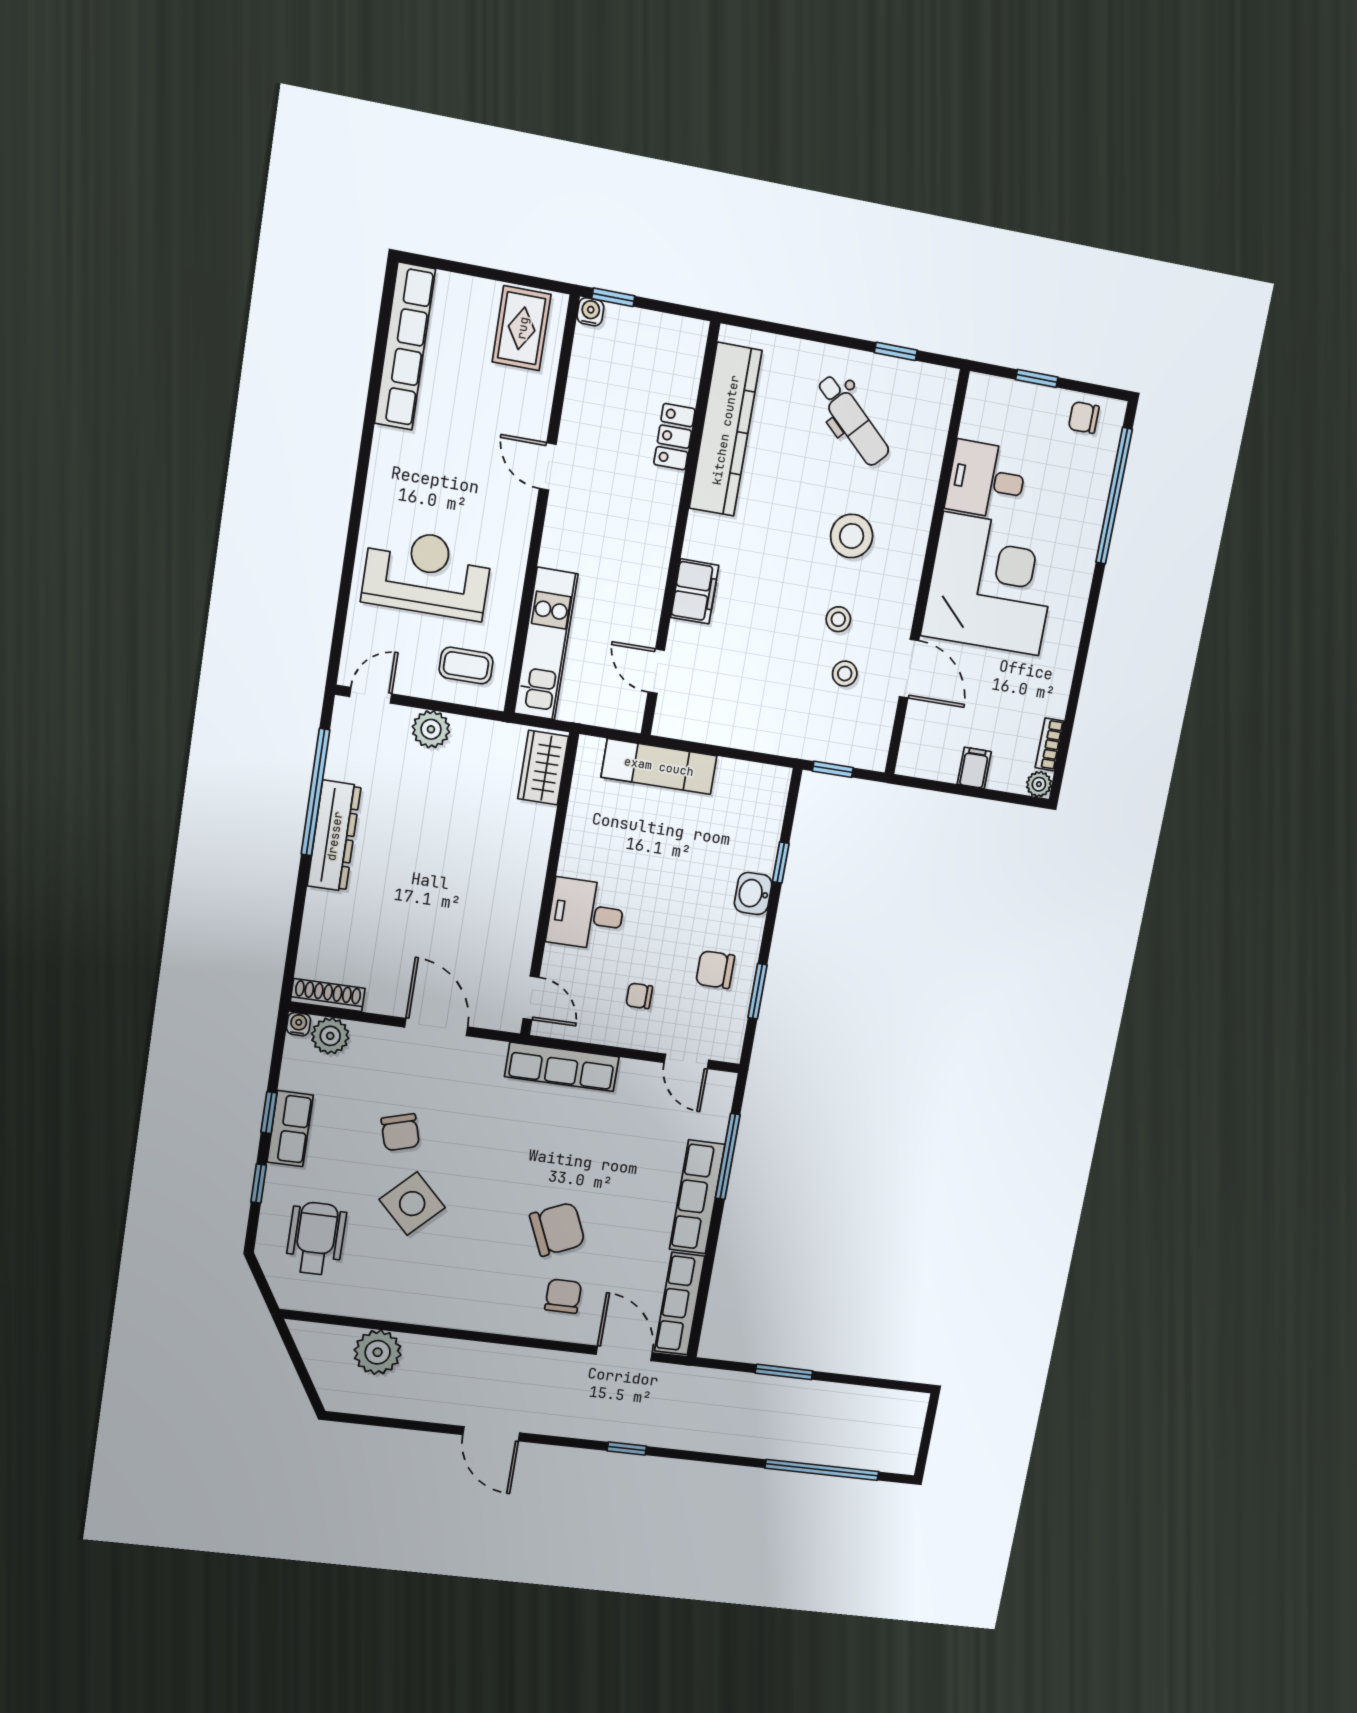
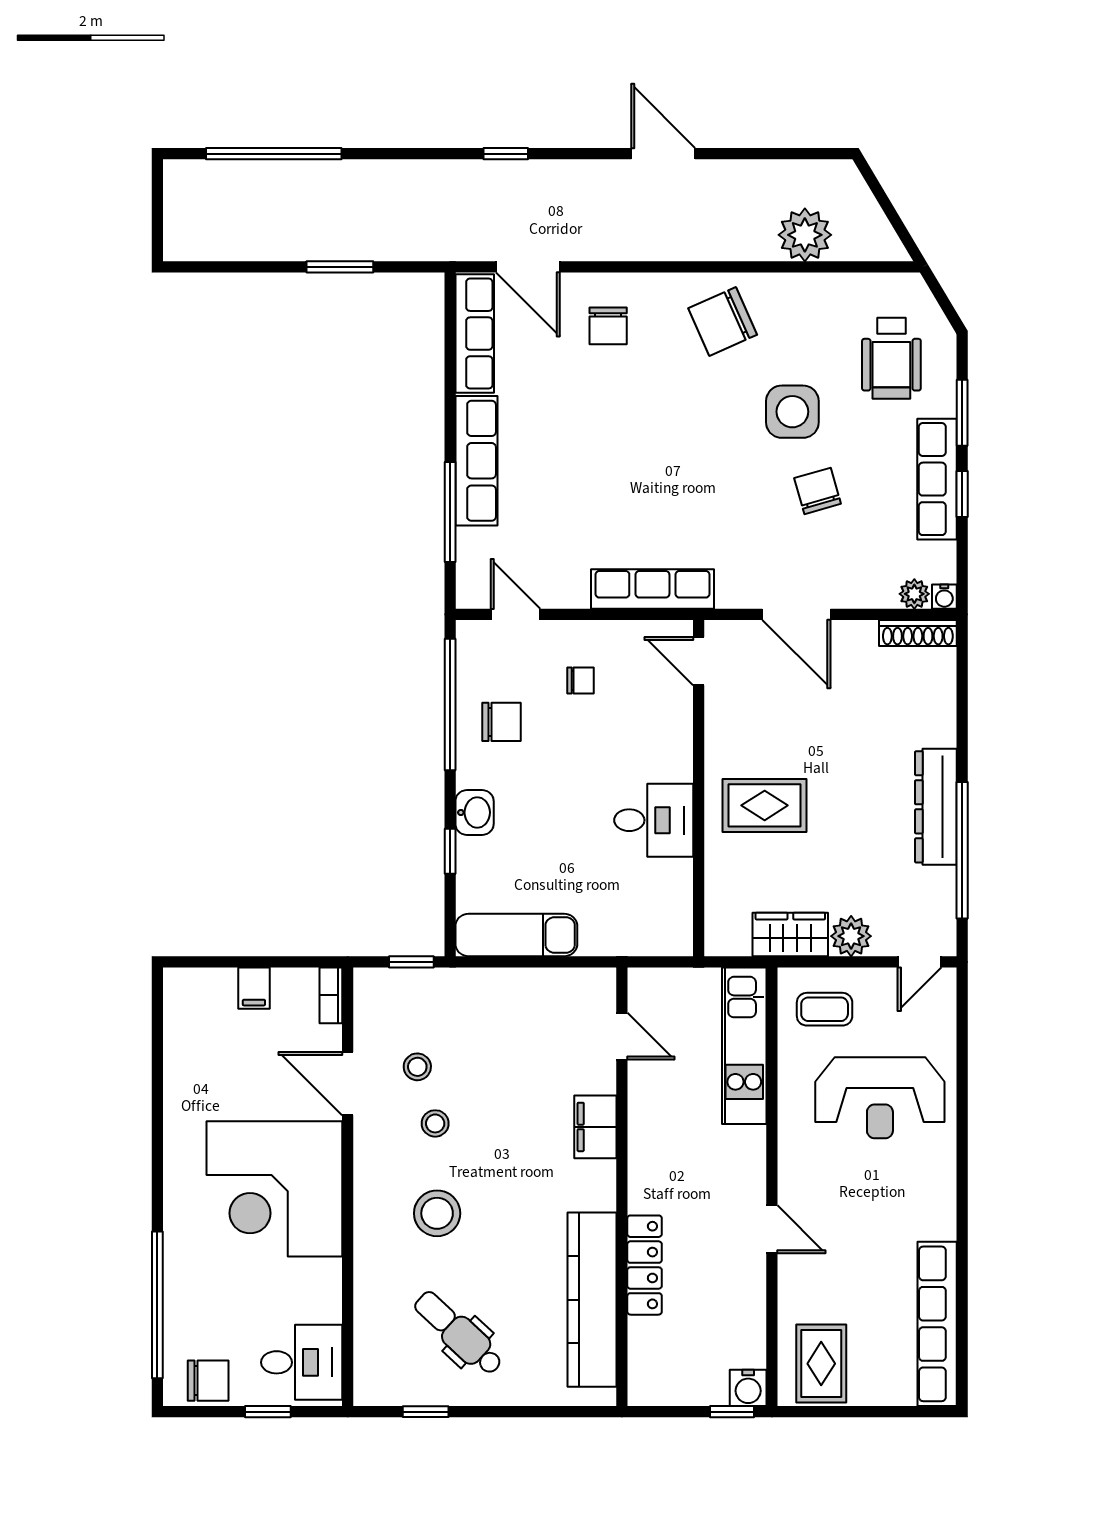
water cooler: (590, 312) -> (748, 1388), width x1.38, depth x1.38
chair: (1084, 418) -> (208, 1381), width x1.37, depth x1.37
locker: (674, 437) -> (645, 1265), width x1.53
desk: (986, 480) -> (302, 1362), moved
bookcase: (1050, 744) -> (331, 995), moved, turned 180
exam couch: (659, 766) -> (516, 935), moved
wardrobe: (543, 768) -> (790, 934), moved, turned -90
plant: (1039, 784) -> (177, 982), removed
rug: (492, 861) -> (765, 805), added
desk: (586, 914) -> (654, 820), moved
window: (758, 991) -> (450, 704), width x2.11
plant: (330, 1036) -> (914, 594), width x0.73, depth x0.73
row of seats: (290, 1129) -> (937, 479), width x1.48
window: (259, 1184) -> (962, 413), width x1.50
side table: (412, 1204) -> (792, 412), turned 45
chair: (557, 1229) -> (723, 321), moved

